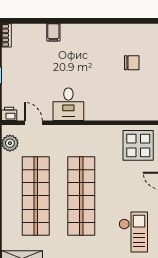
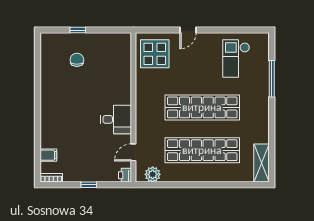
filing cabinet: (53, 32) -> (48, 155), moved
checkout: (133, 232) -> (236, 58), turned -90

